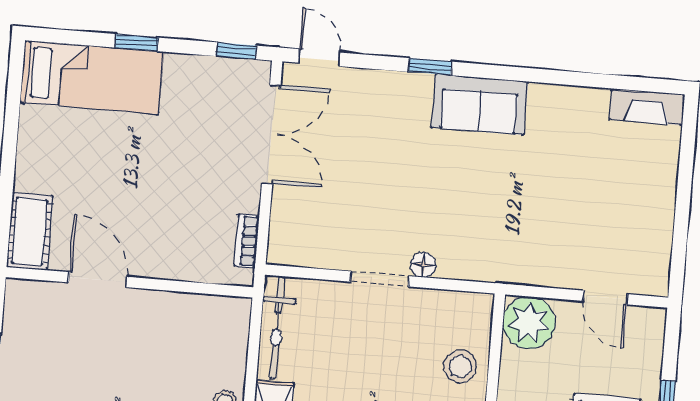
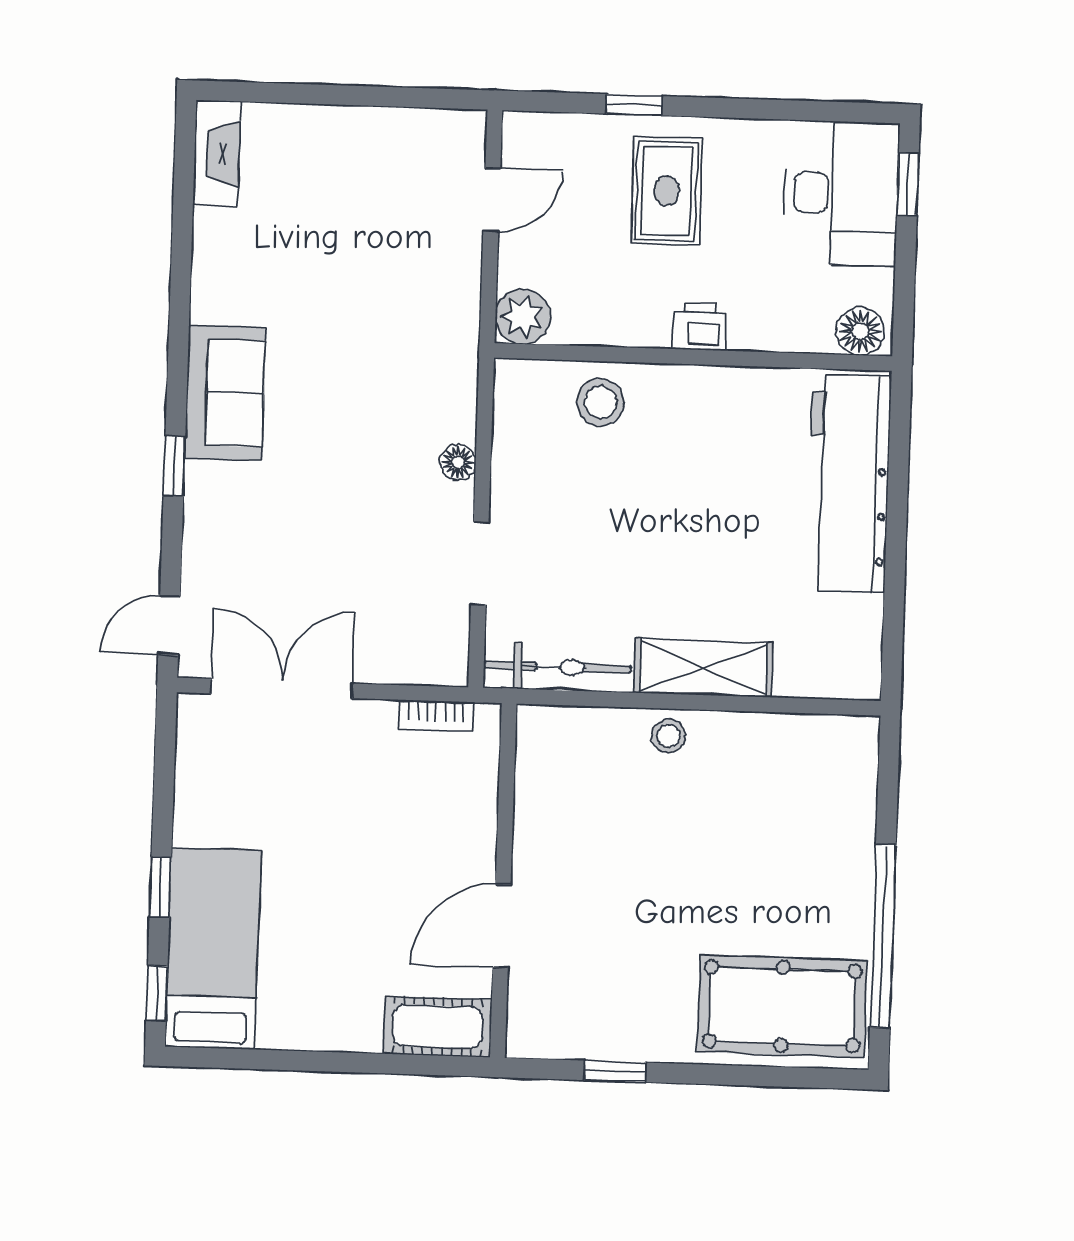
window: (236, 51) -> (157, 993), moved
doorway: (379, 279) -> (480, 563), moved
plant: (529, 323) -> (523, 317), width x0.73, depth x0.73

